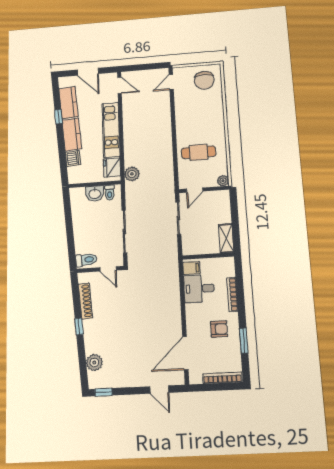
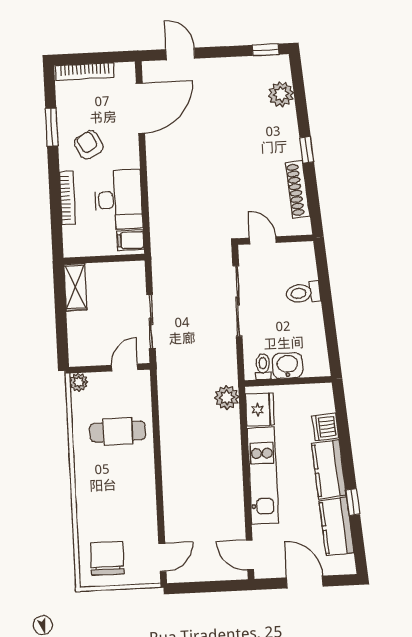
toilet: (86, 260) -> (303, 293), moved
desk: (199, 289) -> (118, 200), width x1.37
armchair: (219, 329) -> (89, 145), turned 61

